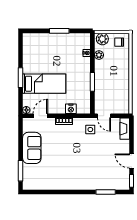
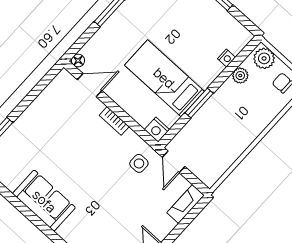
bed: (44, 84) -> (164, 78), moved, turned 180
nightstand: (71, 109) -> (157, 130), moved
sofa: (32, 148) -> (44, 201), moved, turned -90

